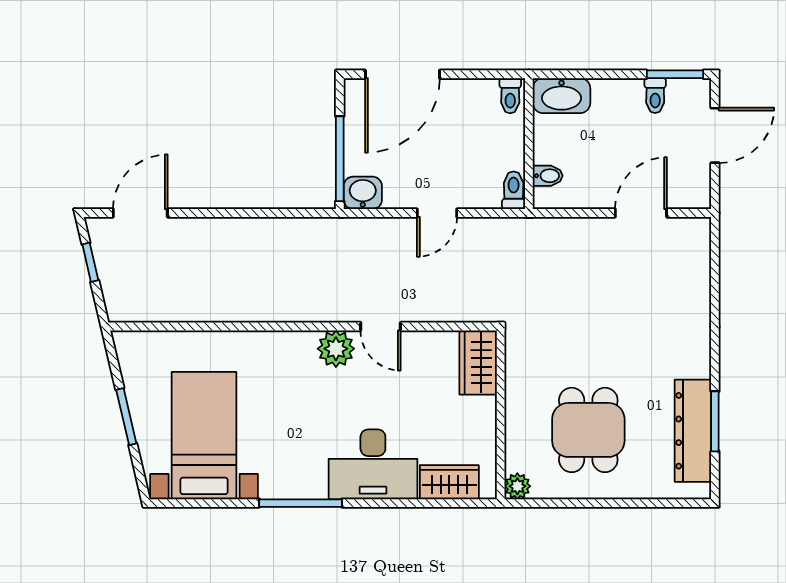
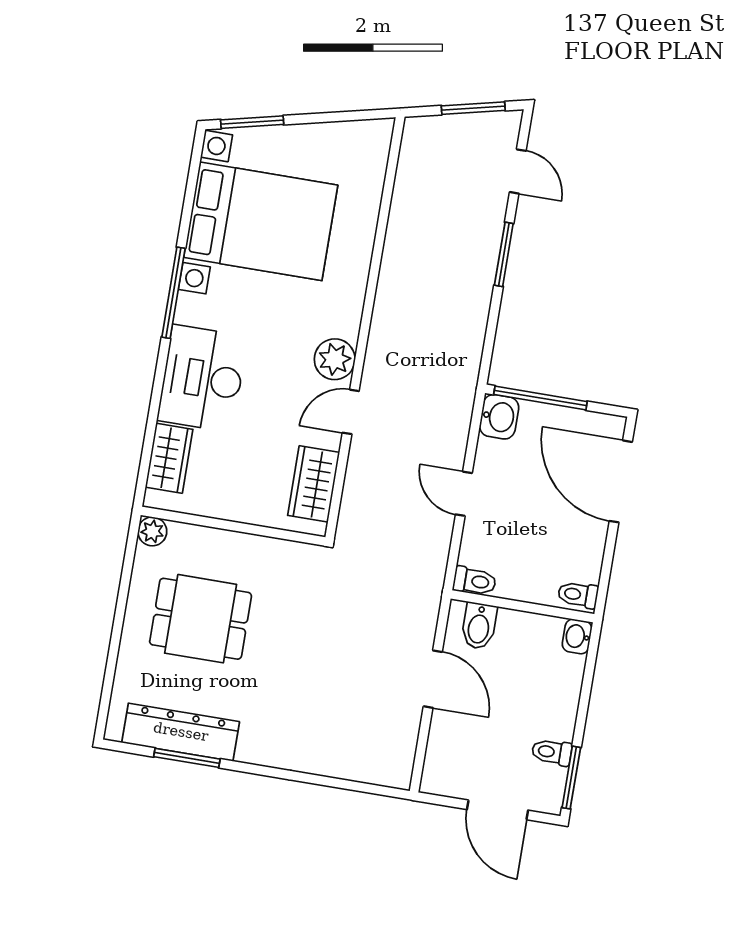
washbasin: (562, 96) -> (577, 636), width x0.52, depth x0.69
bidet: (548, 176) -> (479, 626), width x1.38, depth x1.36
door: (140, 213) -> (518, 171), width x0.73
window: (217, 213) -> (504, 254), added
door: (641, 213) -> (433, 679), moved
window: (90, 262) -> (473, 108), width x1.50
wardrobe: (478, 362) -> (314, 484), moved, turned -90
window: (126, 417) -> (252, 122), moved
bed with nightstands: (204, 436) -> (261, 221), width x1.36

